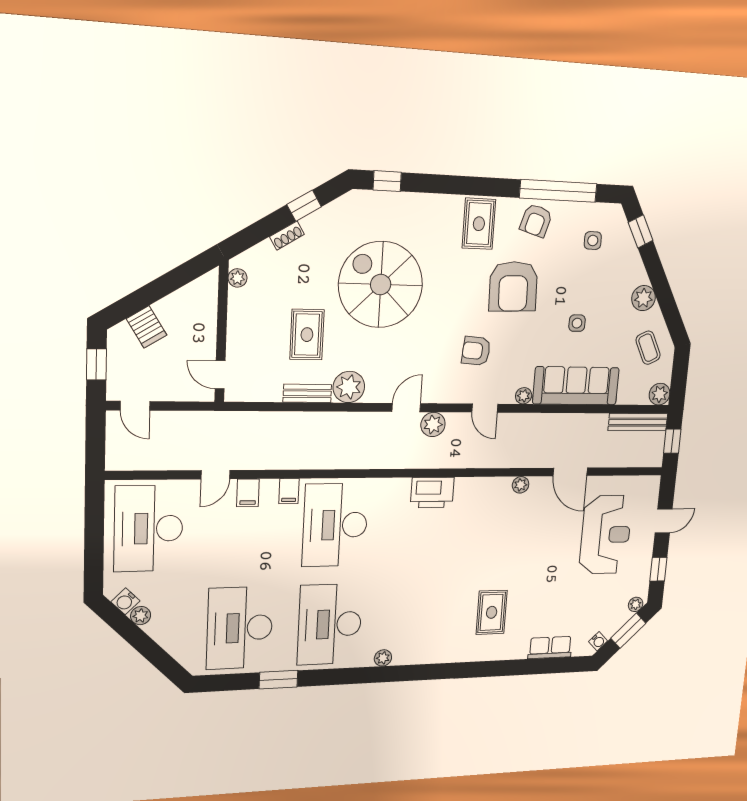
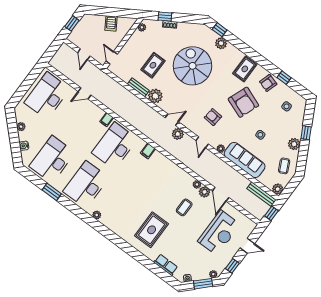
window: (558, 191) -> (284, 78), width x0.32
plant: (406, 205) -> (221, 43), added
window: (304, 206) -> (165, 16), moved
window: (641, 231) -> (306, 133), moved
armchair: (513, 286) -> (243, 102), turned -67
server rack: (146, 327) -> (111, 23), moved
door: (135, 406) -> (84, 54), moved
plant: (541, 488) -> (204, 192), added
printer: (432, 492) -> (160, 161), removed
filing cabinet: (248, 493) -> (148, 151), moved
coffee table: (523, 537) -> (184, 207), added
water cooler: (125, 601) -> (24, 146), moved
rug: (492, 612) -> (152, 230), width x1.36, depth x1.43

